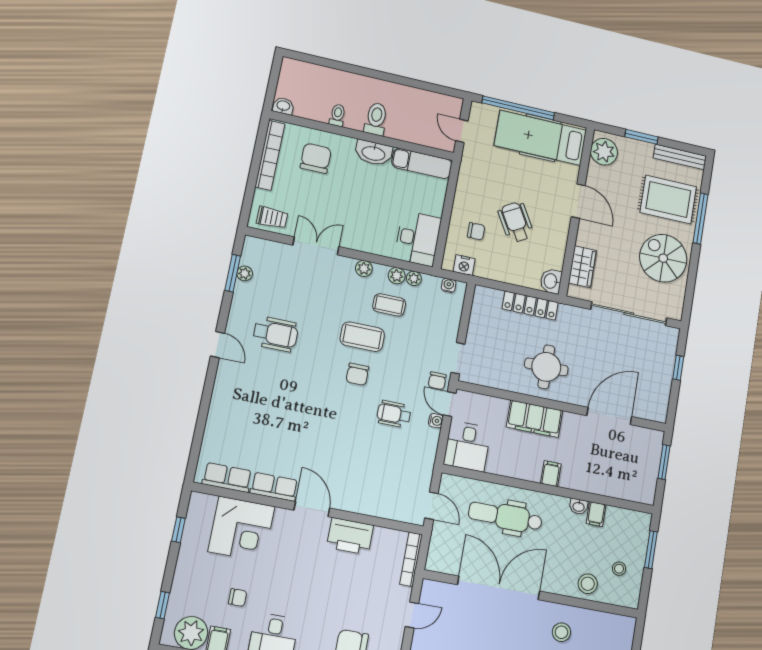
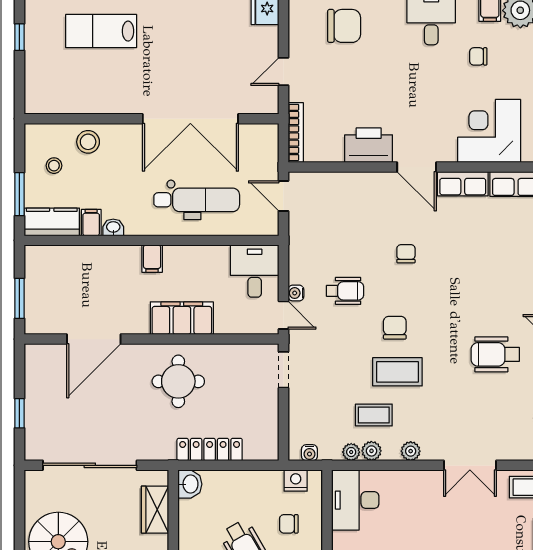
chair: (437, 381) -> (406, 254), moved
kitchen counter: (628, 521) -> (52, 222), added
stool: (561, 632) -> (110, 82), removed

